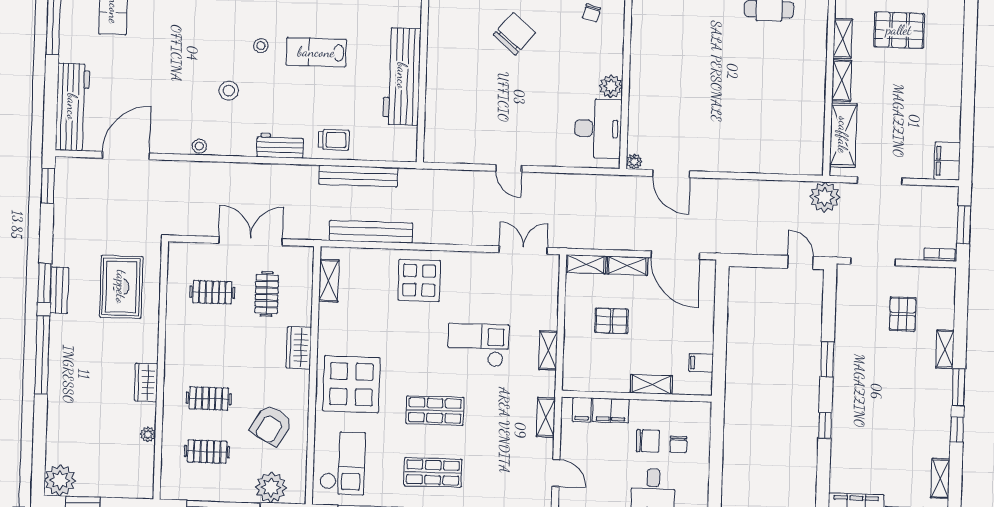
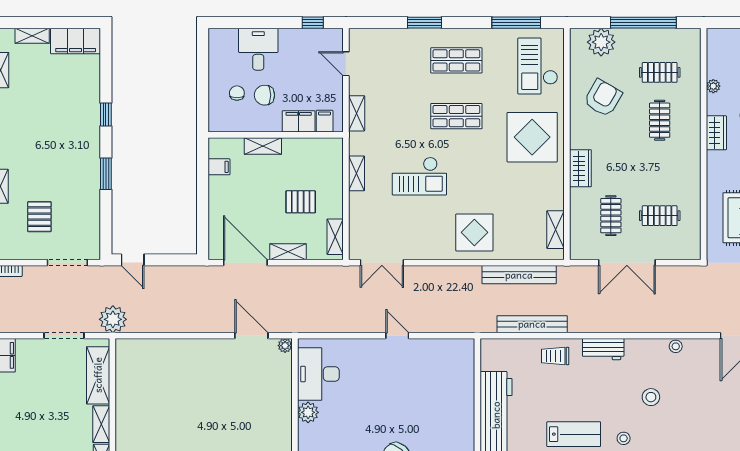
shelving: (586, 264) -> (335, 237), moved, turned 90
clothes rail: (209, 398) -> (660, 120), turned 90

